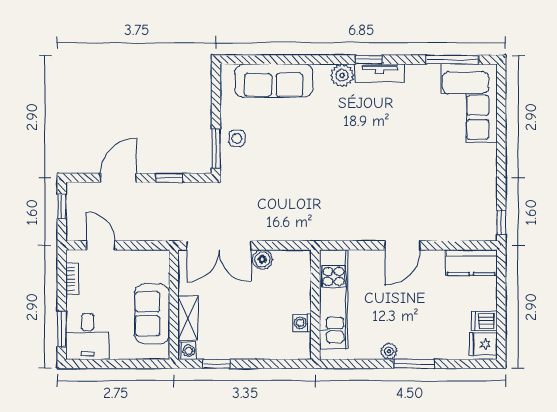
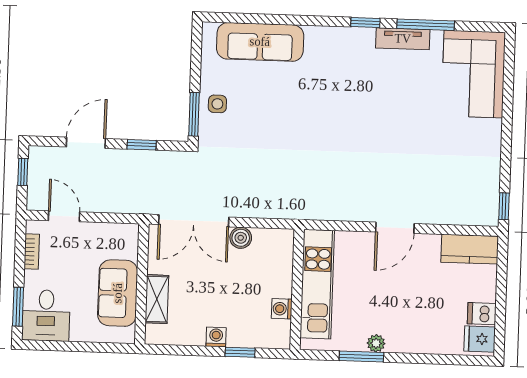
window: (452, 60) -> (426, 25), moved
tv unit: (380, 73) -> (403, 39), moved
plant: (342, 75) -> (335, 39), removed
washing machine: (187, 351) -> (216, 337), moved, turned -90
window: (217, 364) -> (240, 352), moved
window: (414, 364) -> (361, 356), moved

